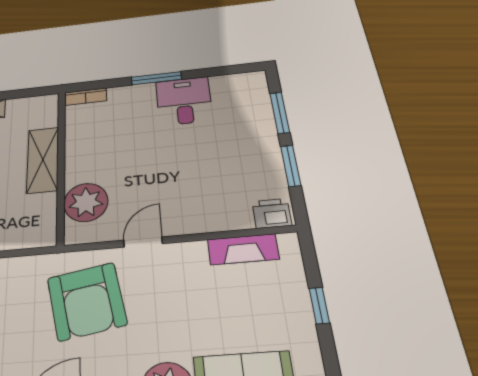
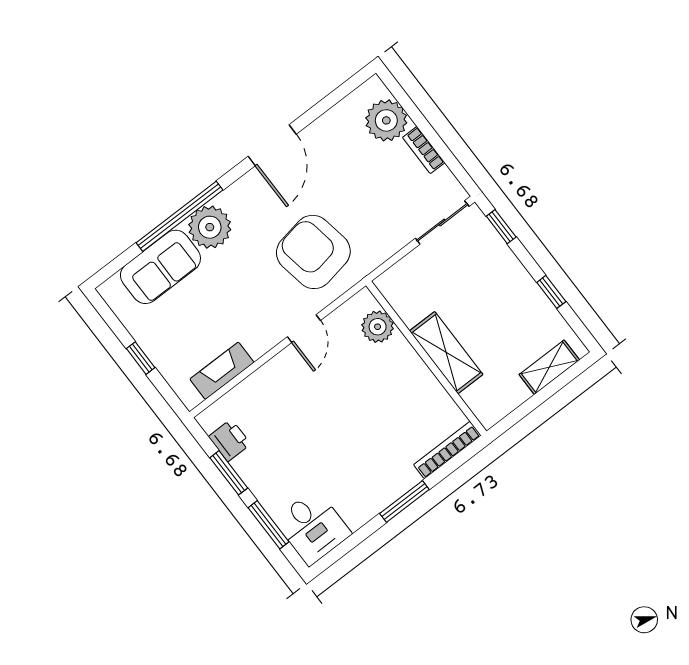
bookcase: (86, 97) -> (447, 450), width x1.56
desk: (184, 101) -> (313, 527), moved
plant: (86, 202) -> (378, 327), width x0.73, depth x0.73
printer: (272, 213) -> (229, 440), moved, turned -90

